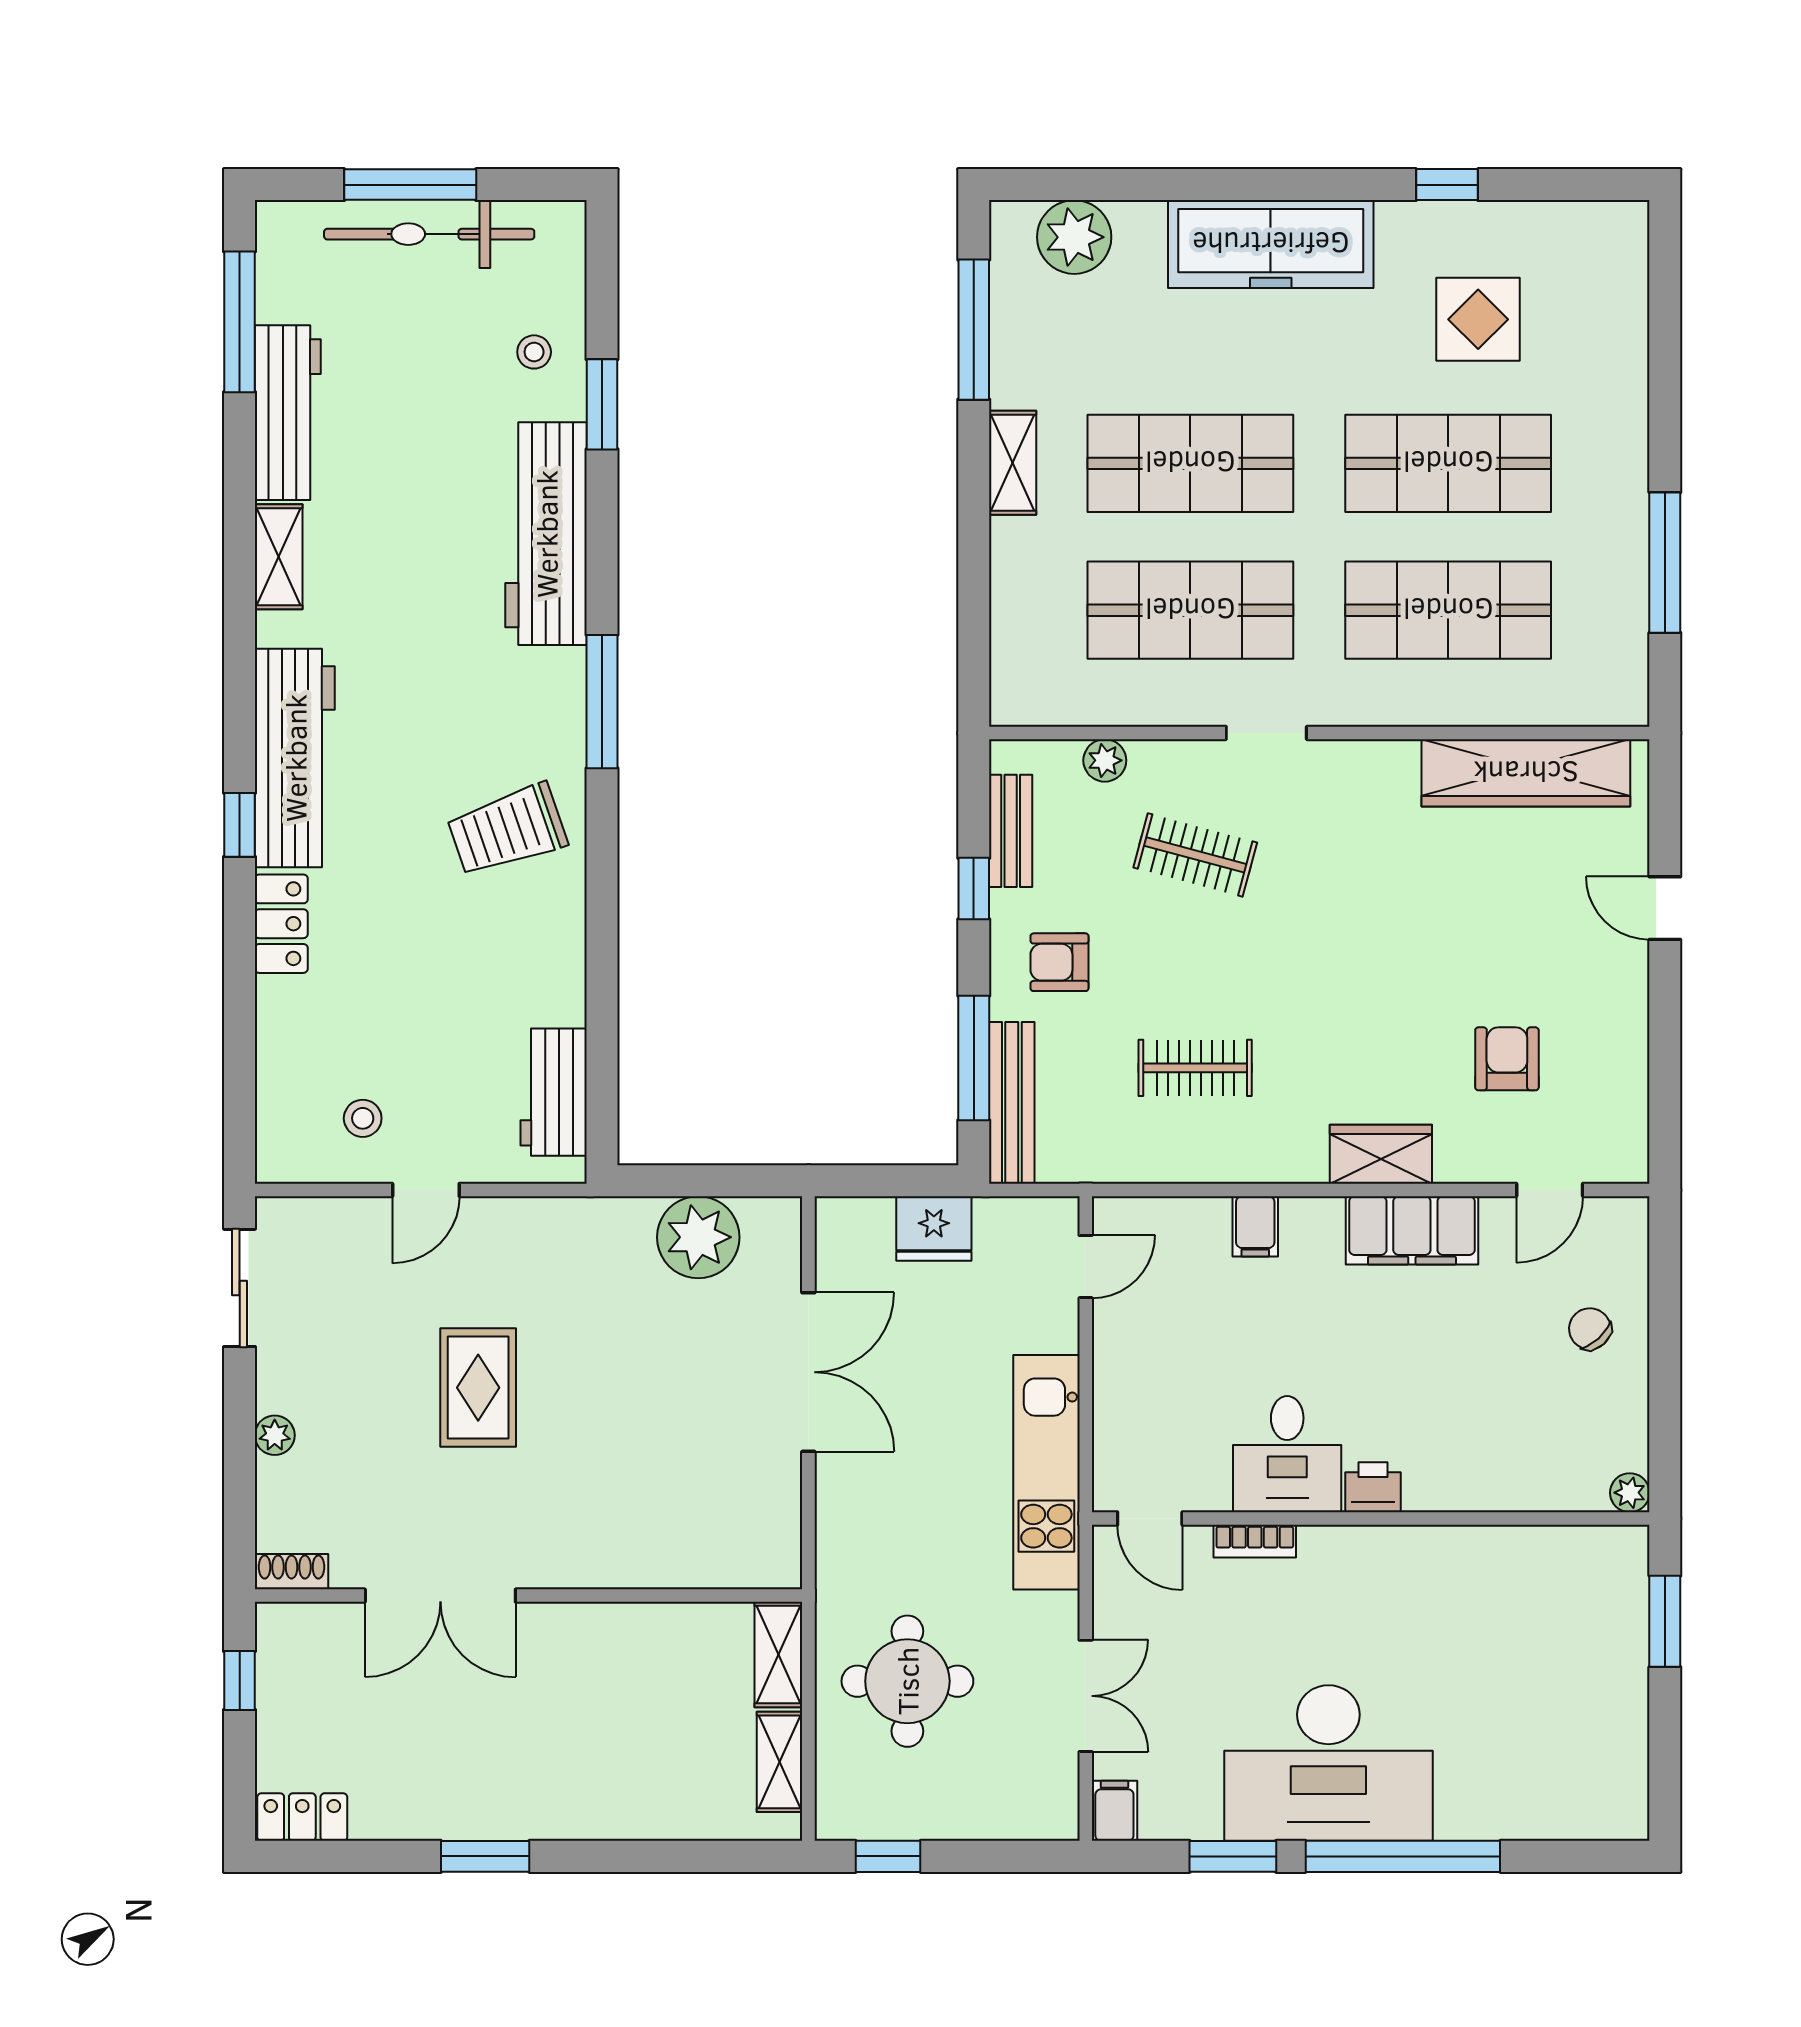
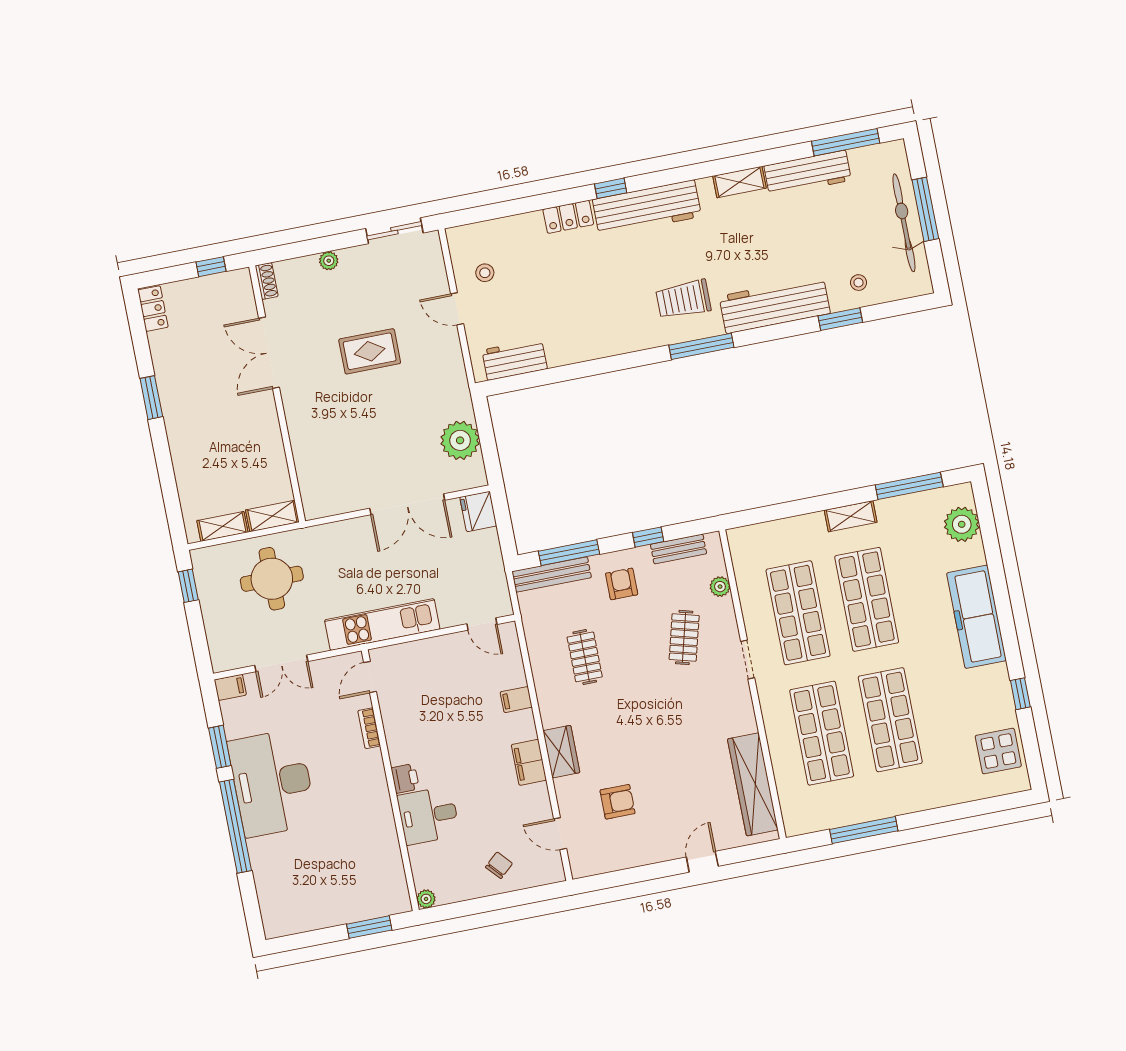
display table: (1478, 319) -> (998, 751), moved
trolley: (507, 830) -> (683, 299), moved, turned -71
fridge: (934, 1228) -> (478, 511), moved
filing cabinet: (1412, 1230) -> (529, 762), width x0.67, depth x0.86
desk: (1287, 1454) -> (428, 815), moved

